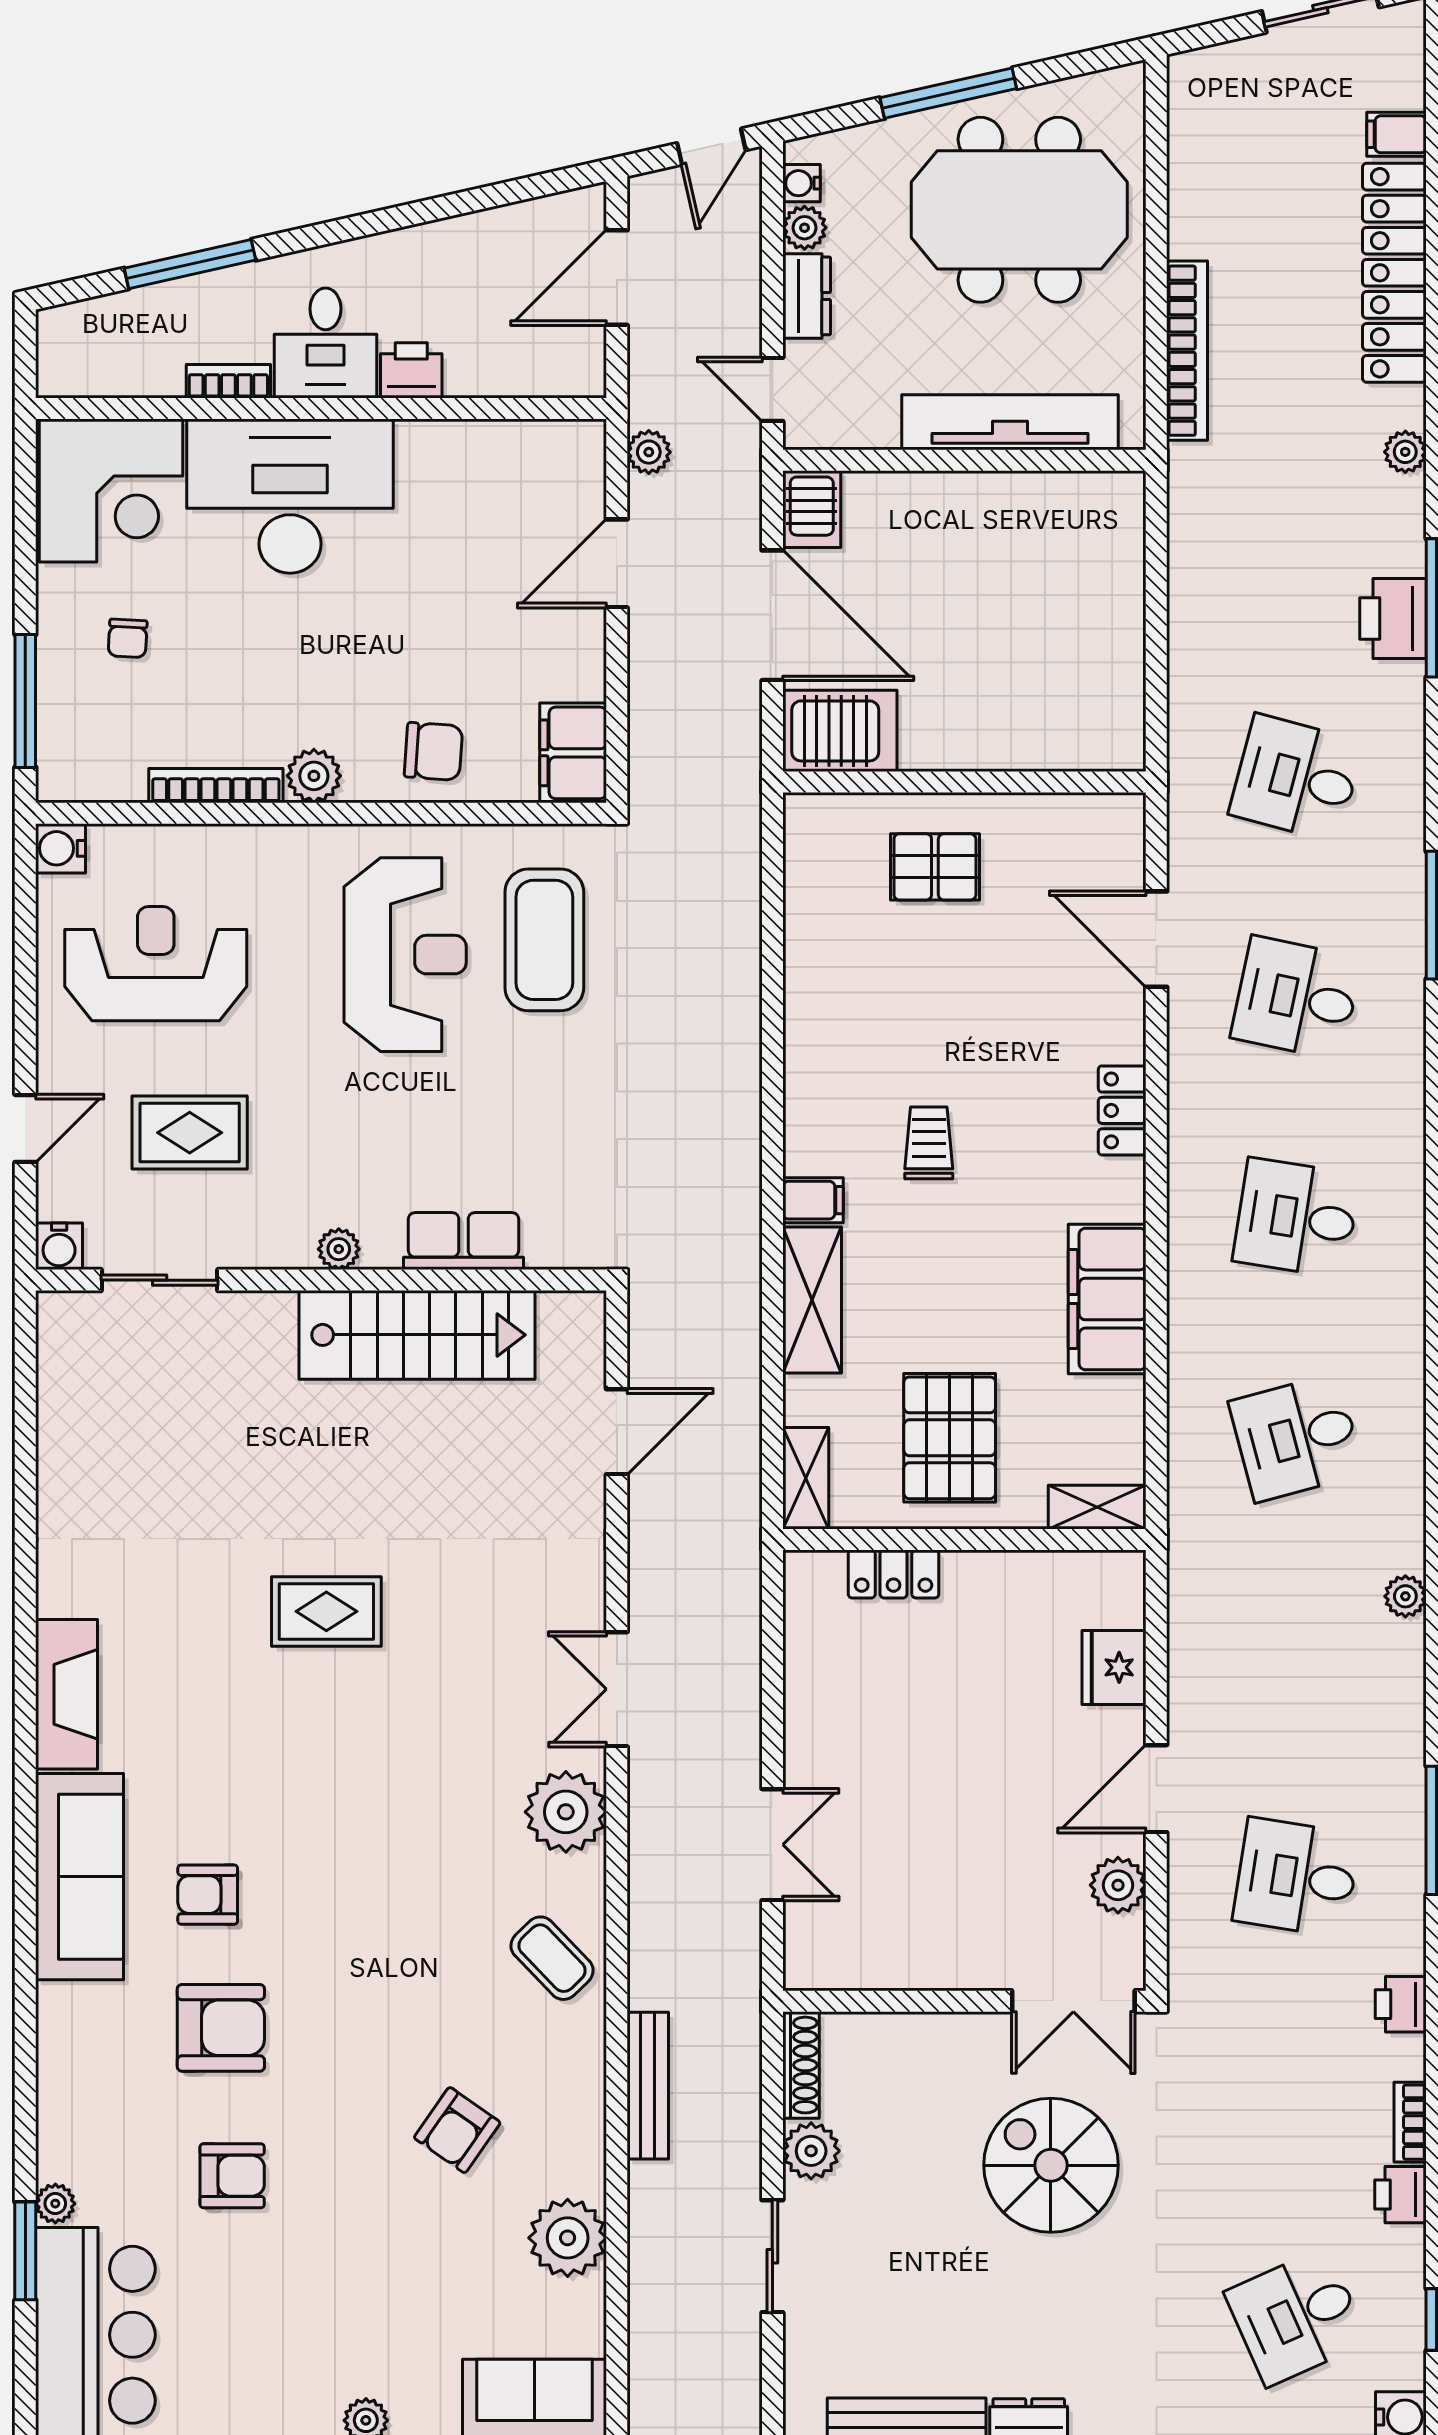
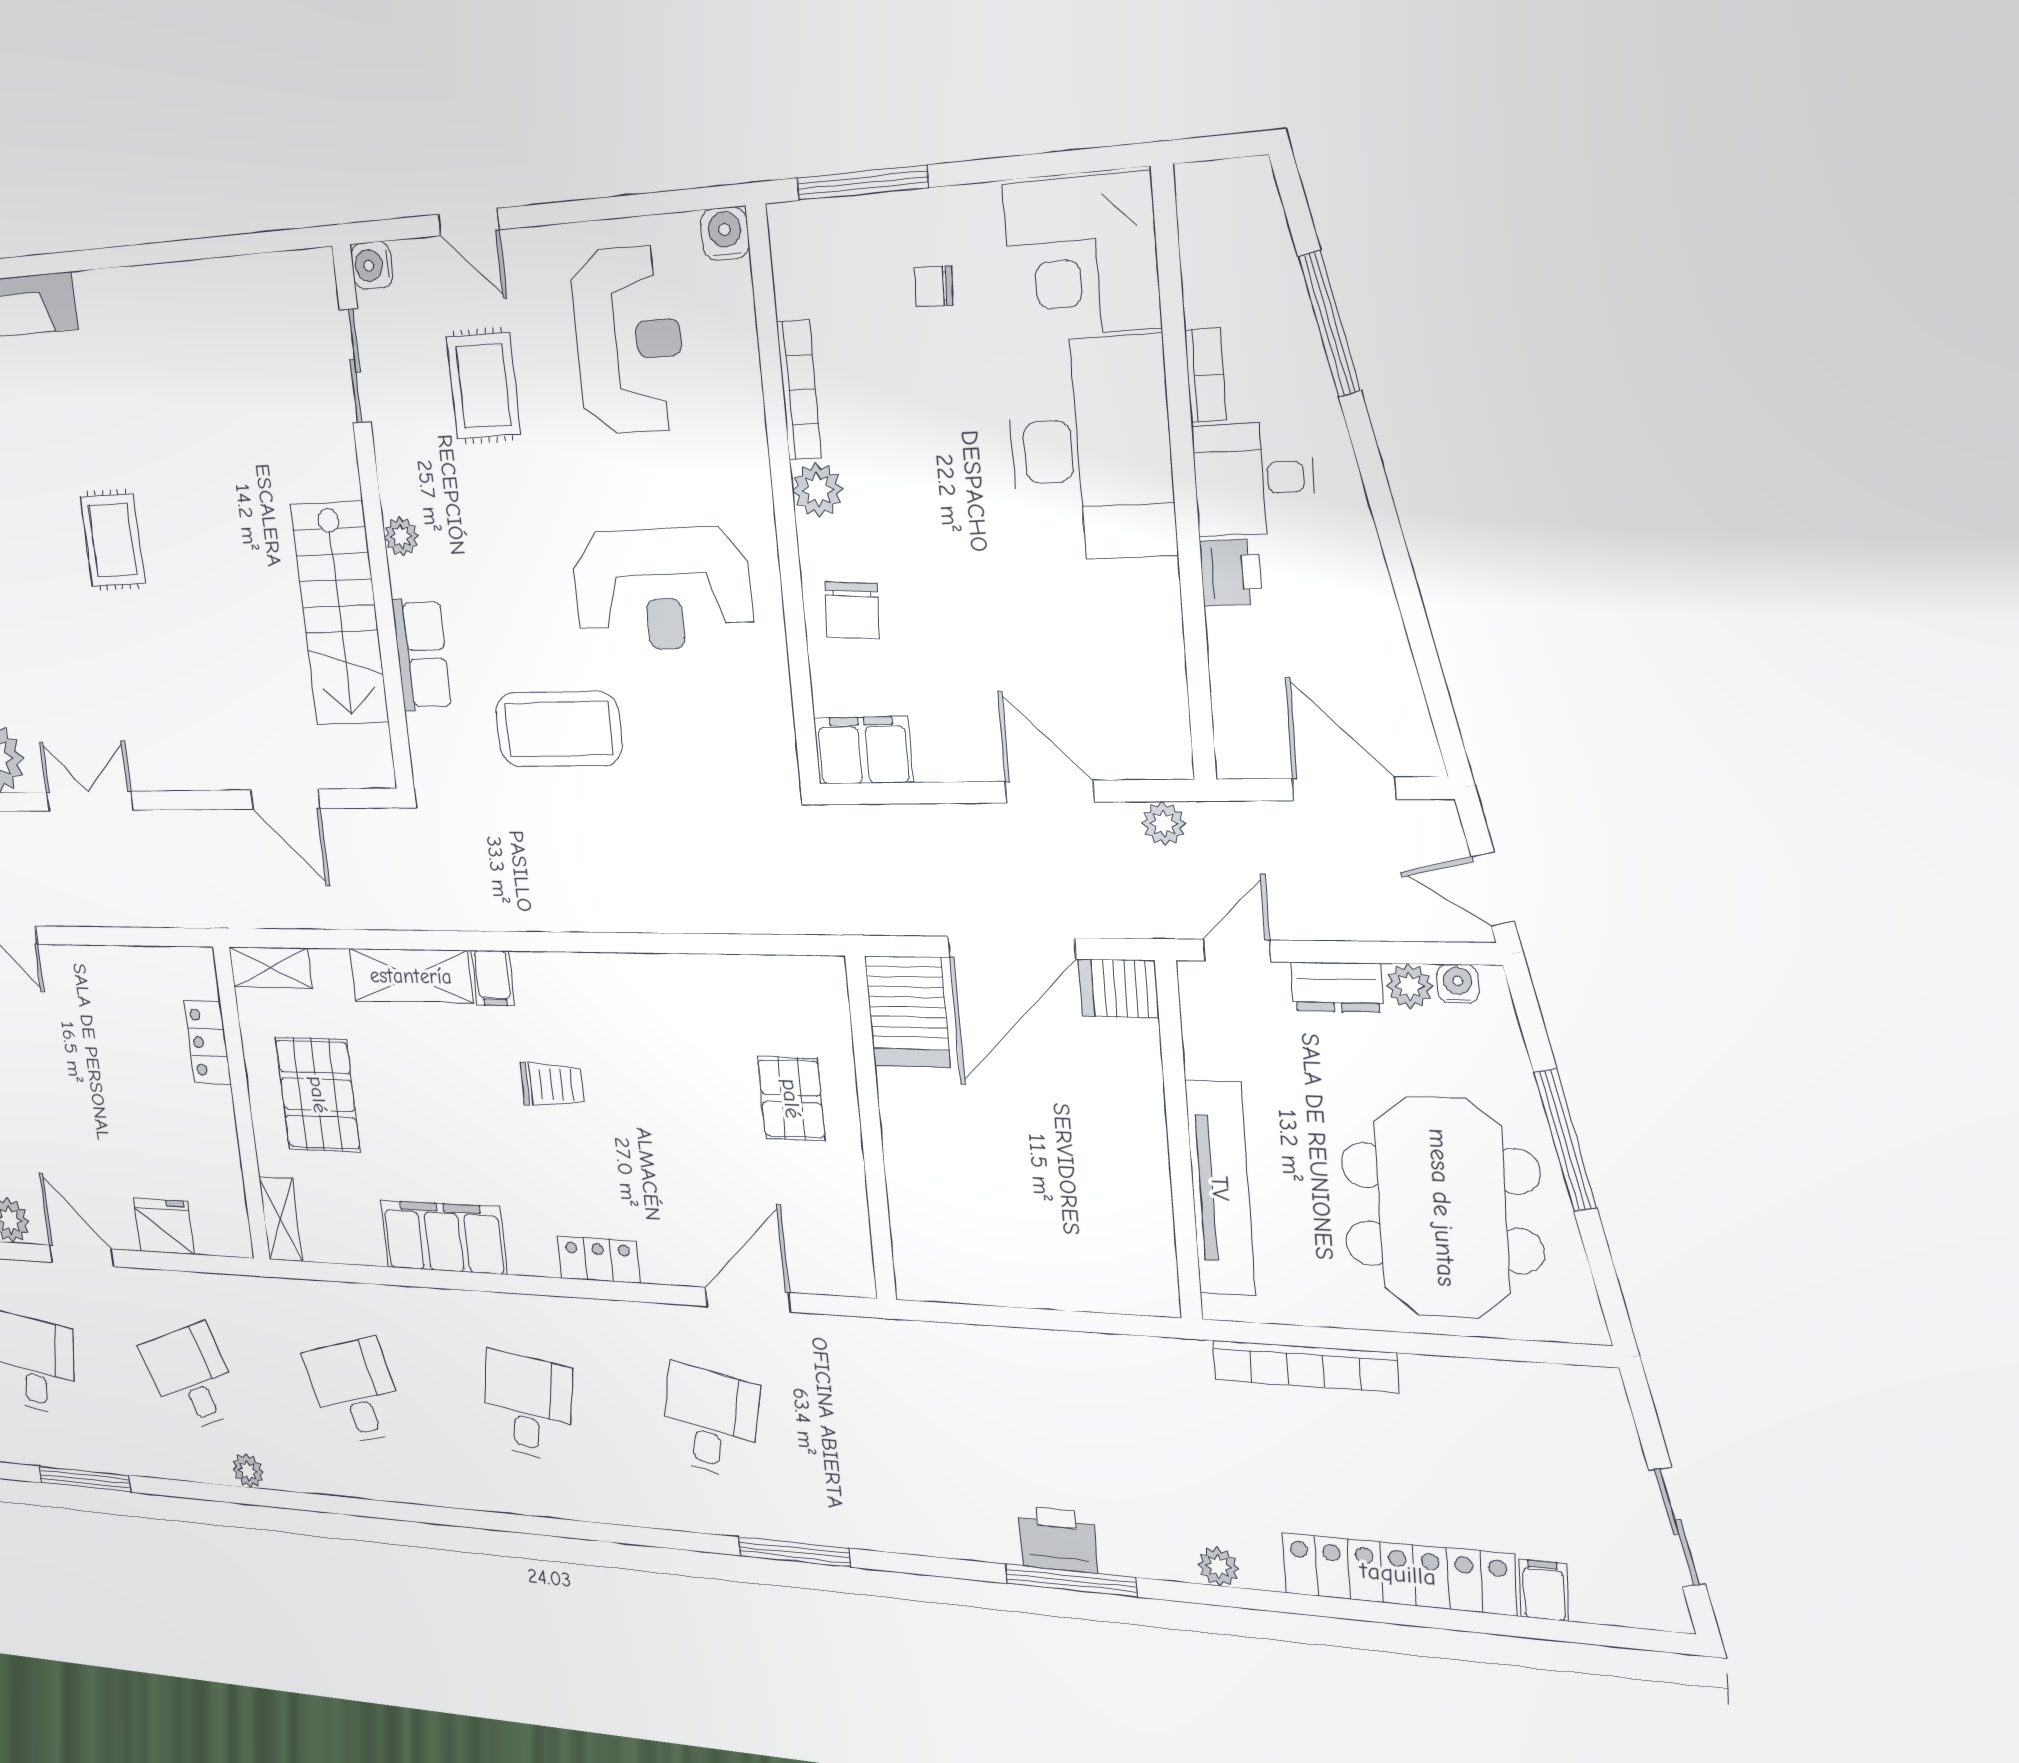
desk: (1296, 778) -> (191, 1378), moved, turned -36
coffee table: (544, 940) -> (559, 729), moved
pallet: (950, 1438) -> (318, 1095), turned 90

